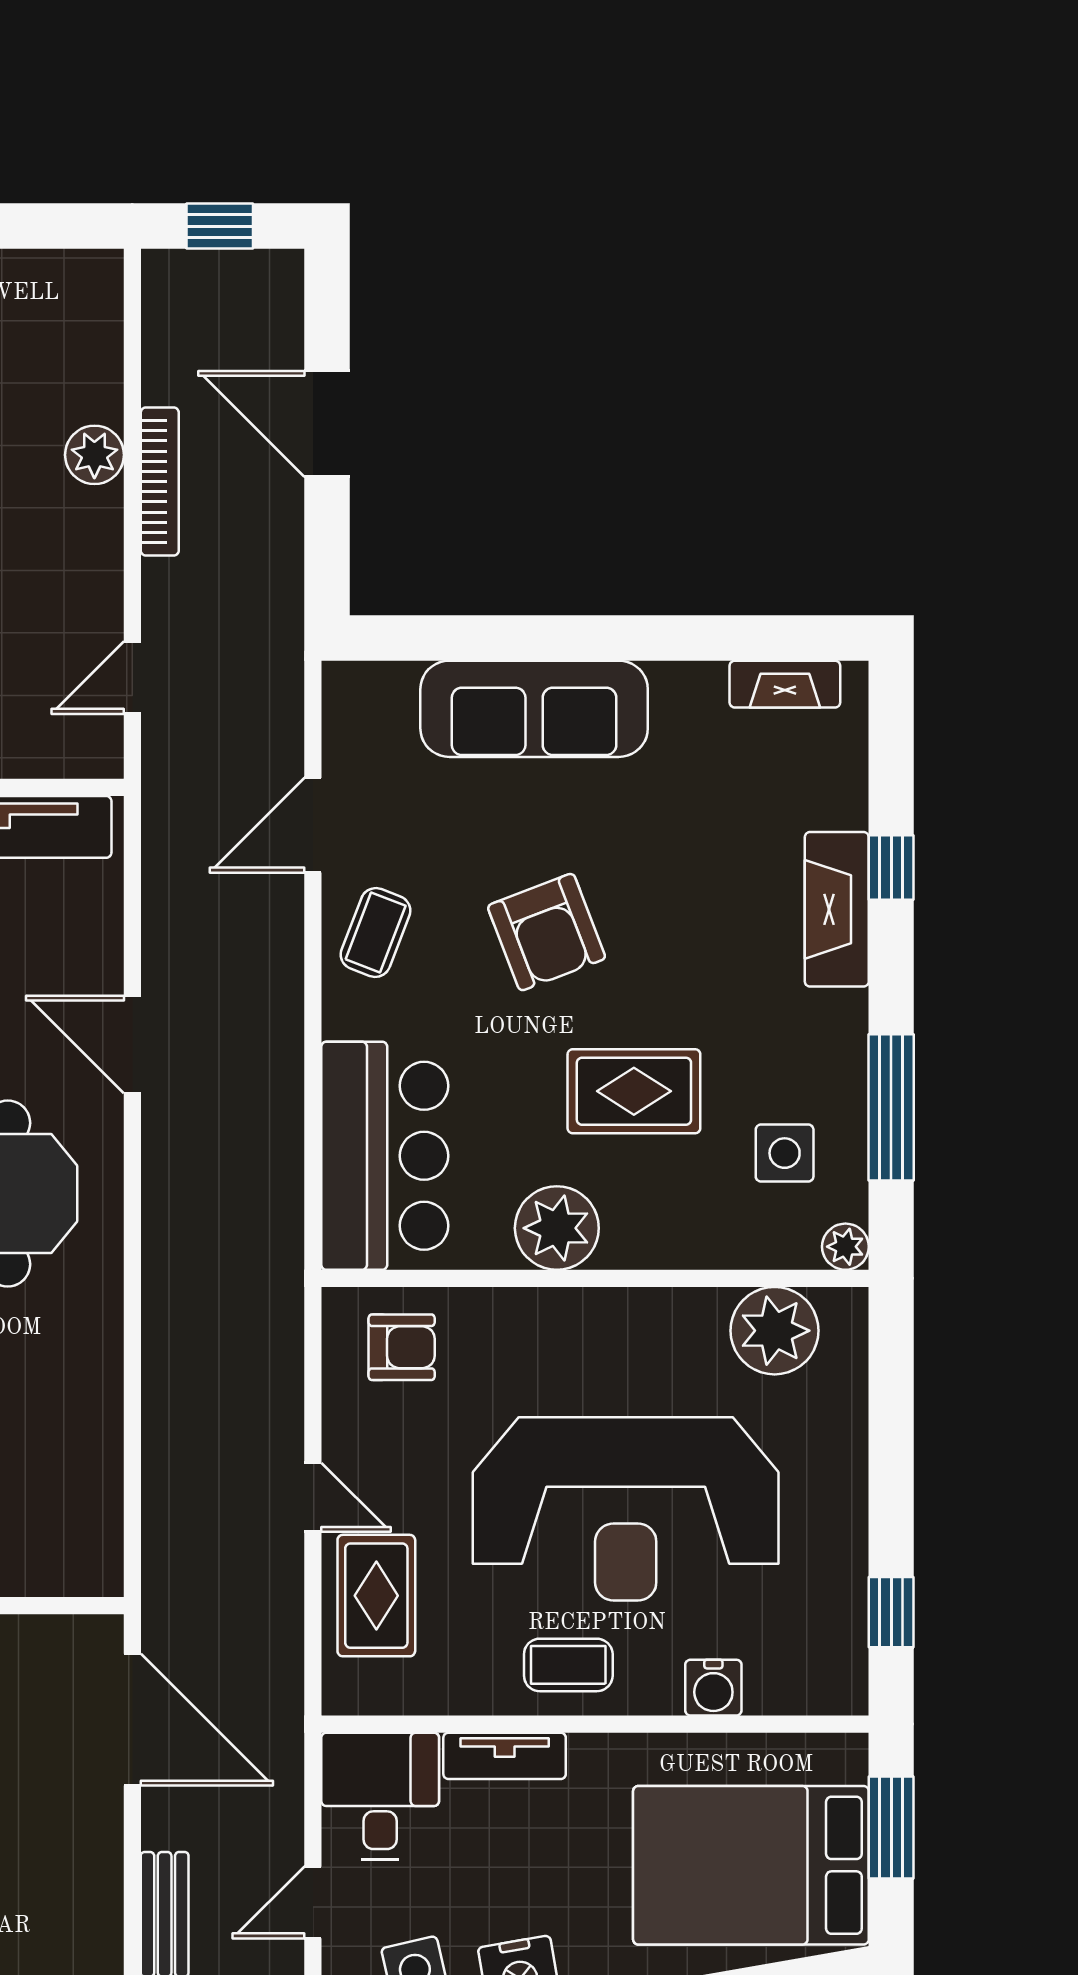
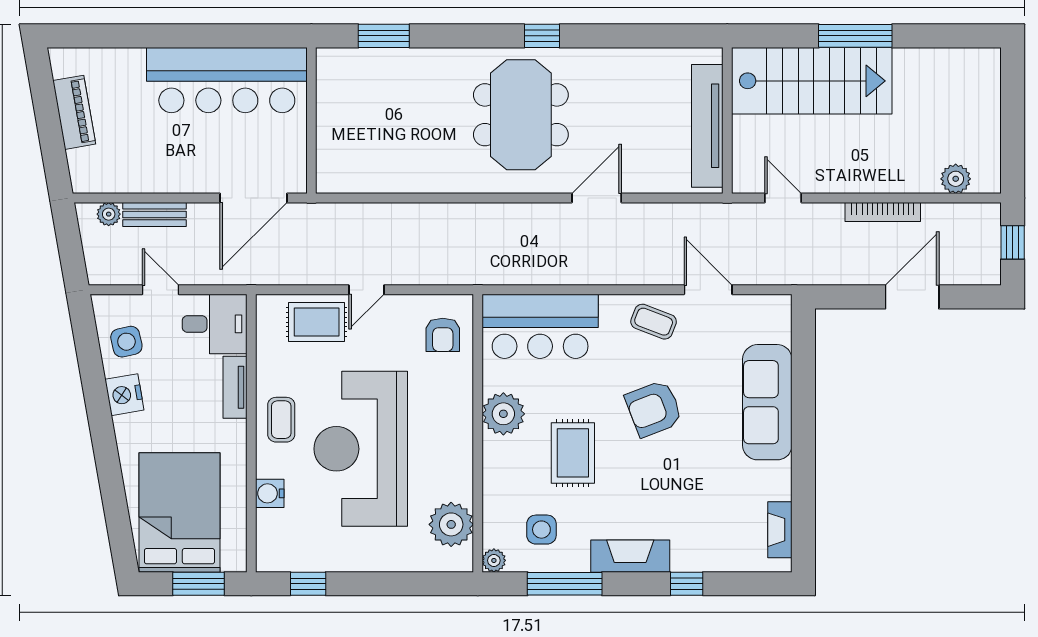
plant: (94, 455) -> (956, 179), moved
fireplace: (837, 909) -> (630, 556), moved

